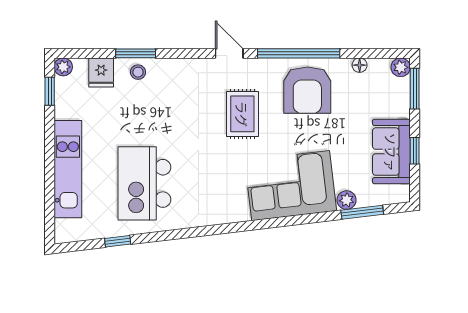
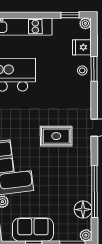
window: (299, 53) -> (94, 191), moved
floor lamp: (360, 65) -> (83, 210), width x1.89, depth x1.89
armchair: (307, 90) -> (71, 177), removed

